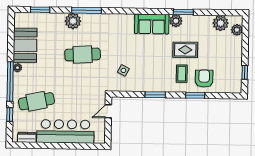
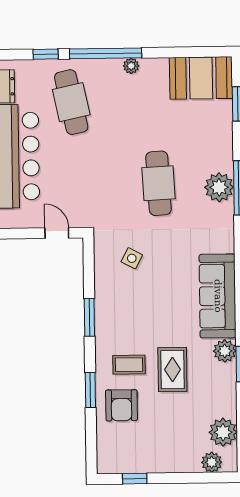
plant: (73, 21) -> (219, 187), moved
sofa: (152, 24) -> (218, 296), width x1.36
booth: (25, 45) -> (201, 78), moved
armchair: (204, 78) -> (121, 405), turned 90

